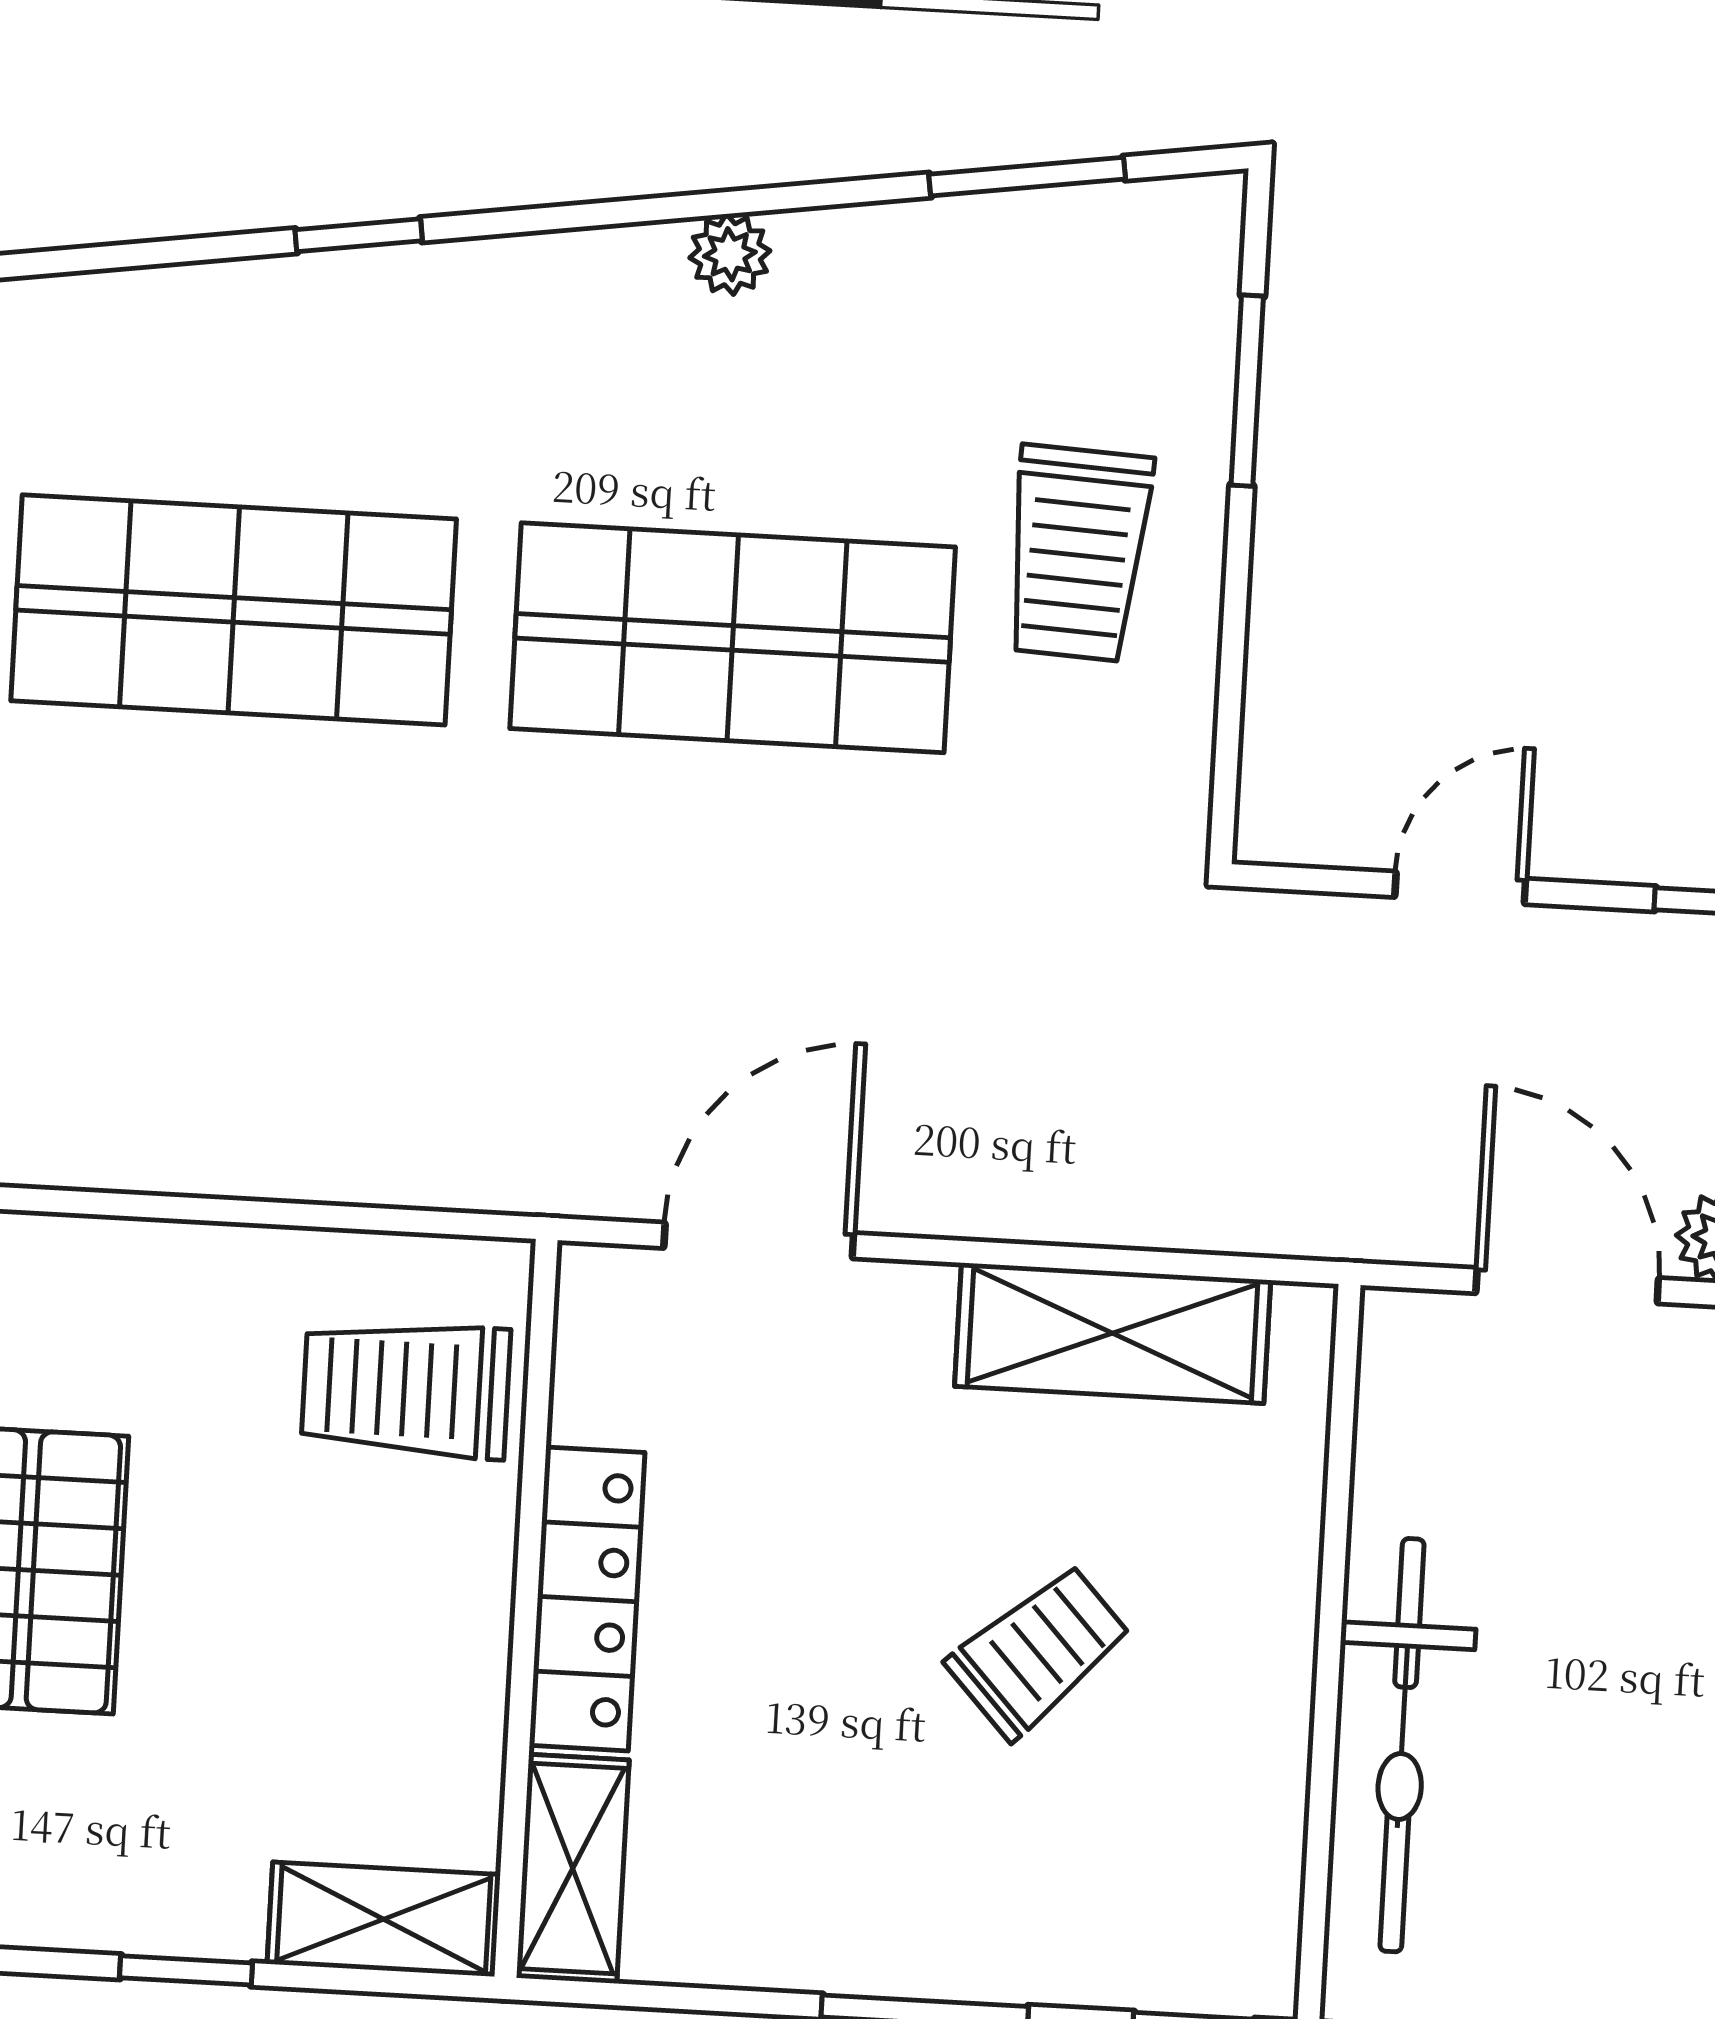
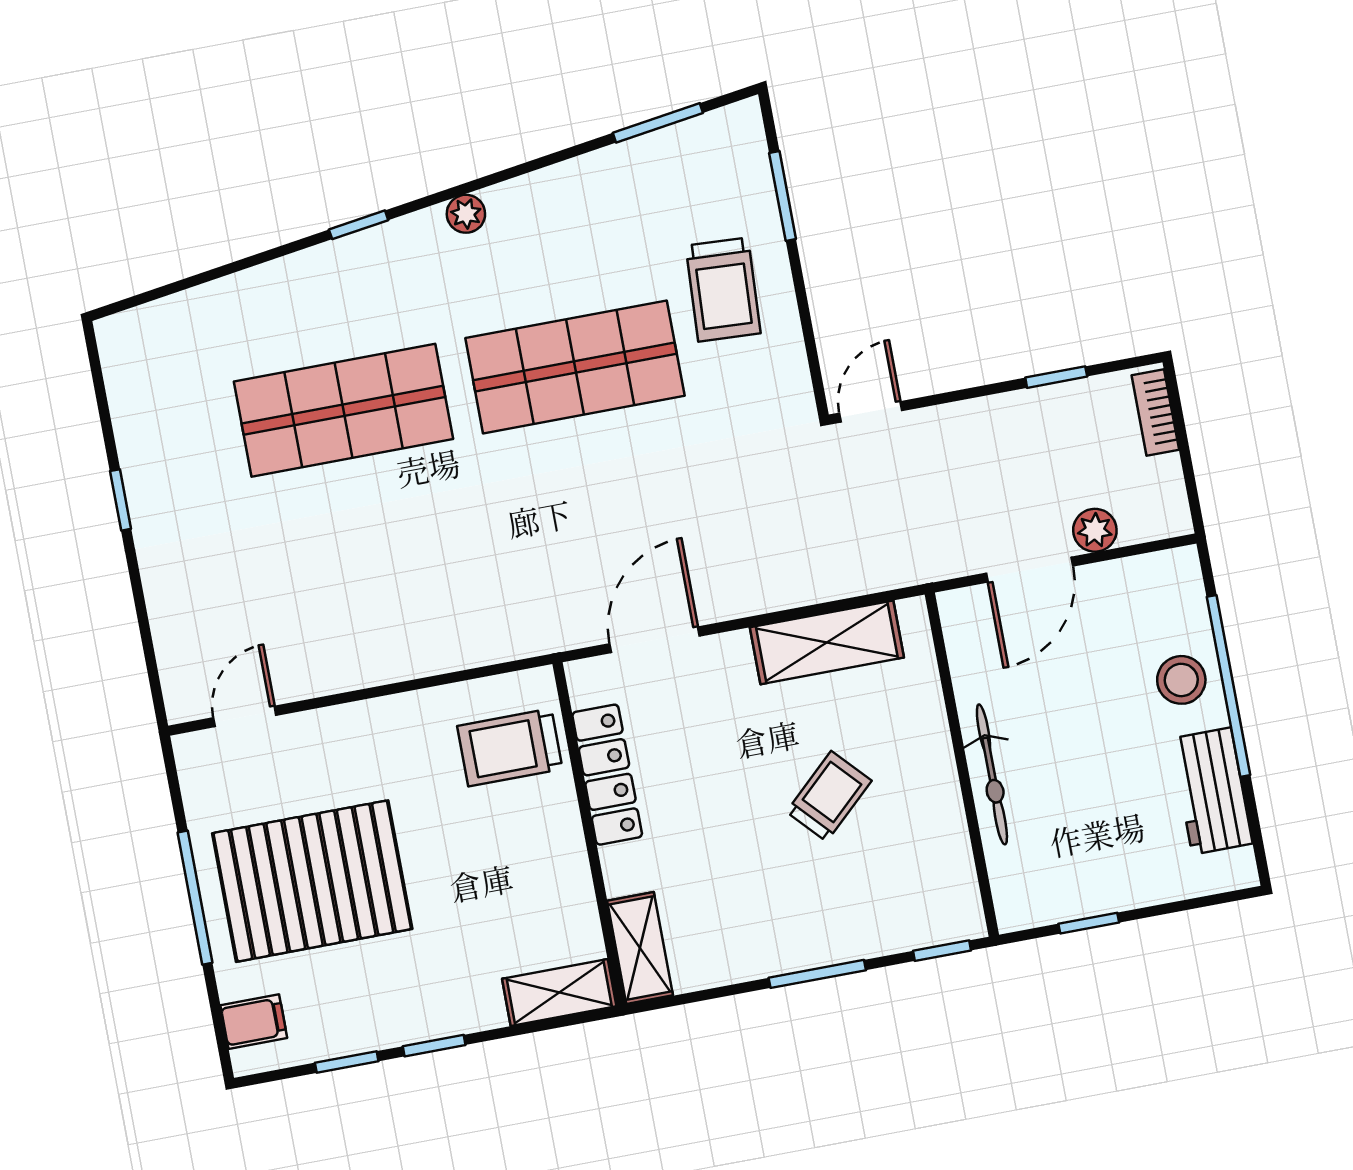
plant: (730, 254) -> (466, 214), moved
door: (1460, 888) -> (871, 412), moved
door: (1567, 1286) -> (1029, 570), swing flipped
locker: (587, 1599) -> (607, 775), moved
bicycle: (1402, 1745) -> (992, 774), width x0.73, depth x0.71
window: (186, 1970) -> (434, 1046), moved

